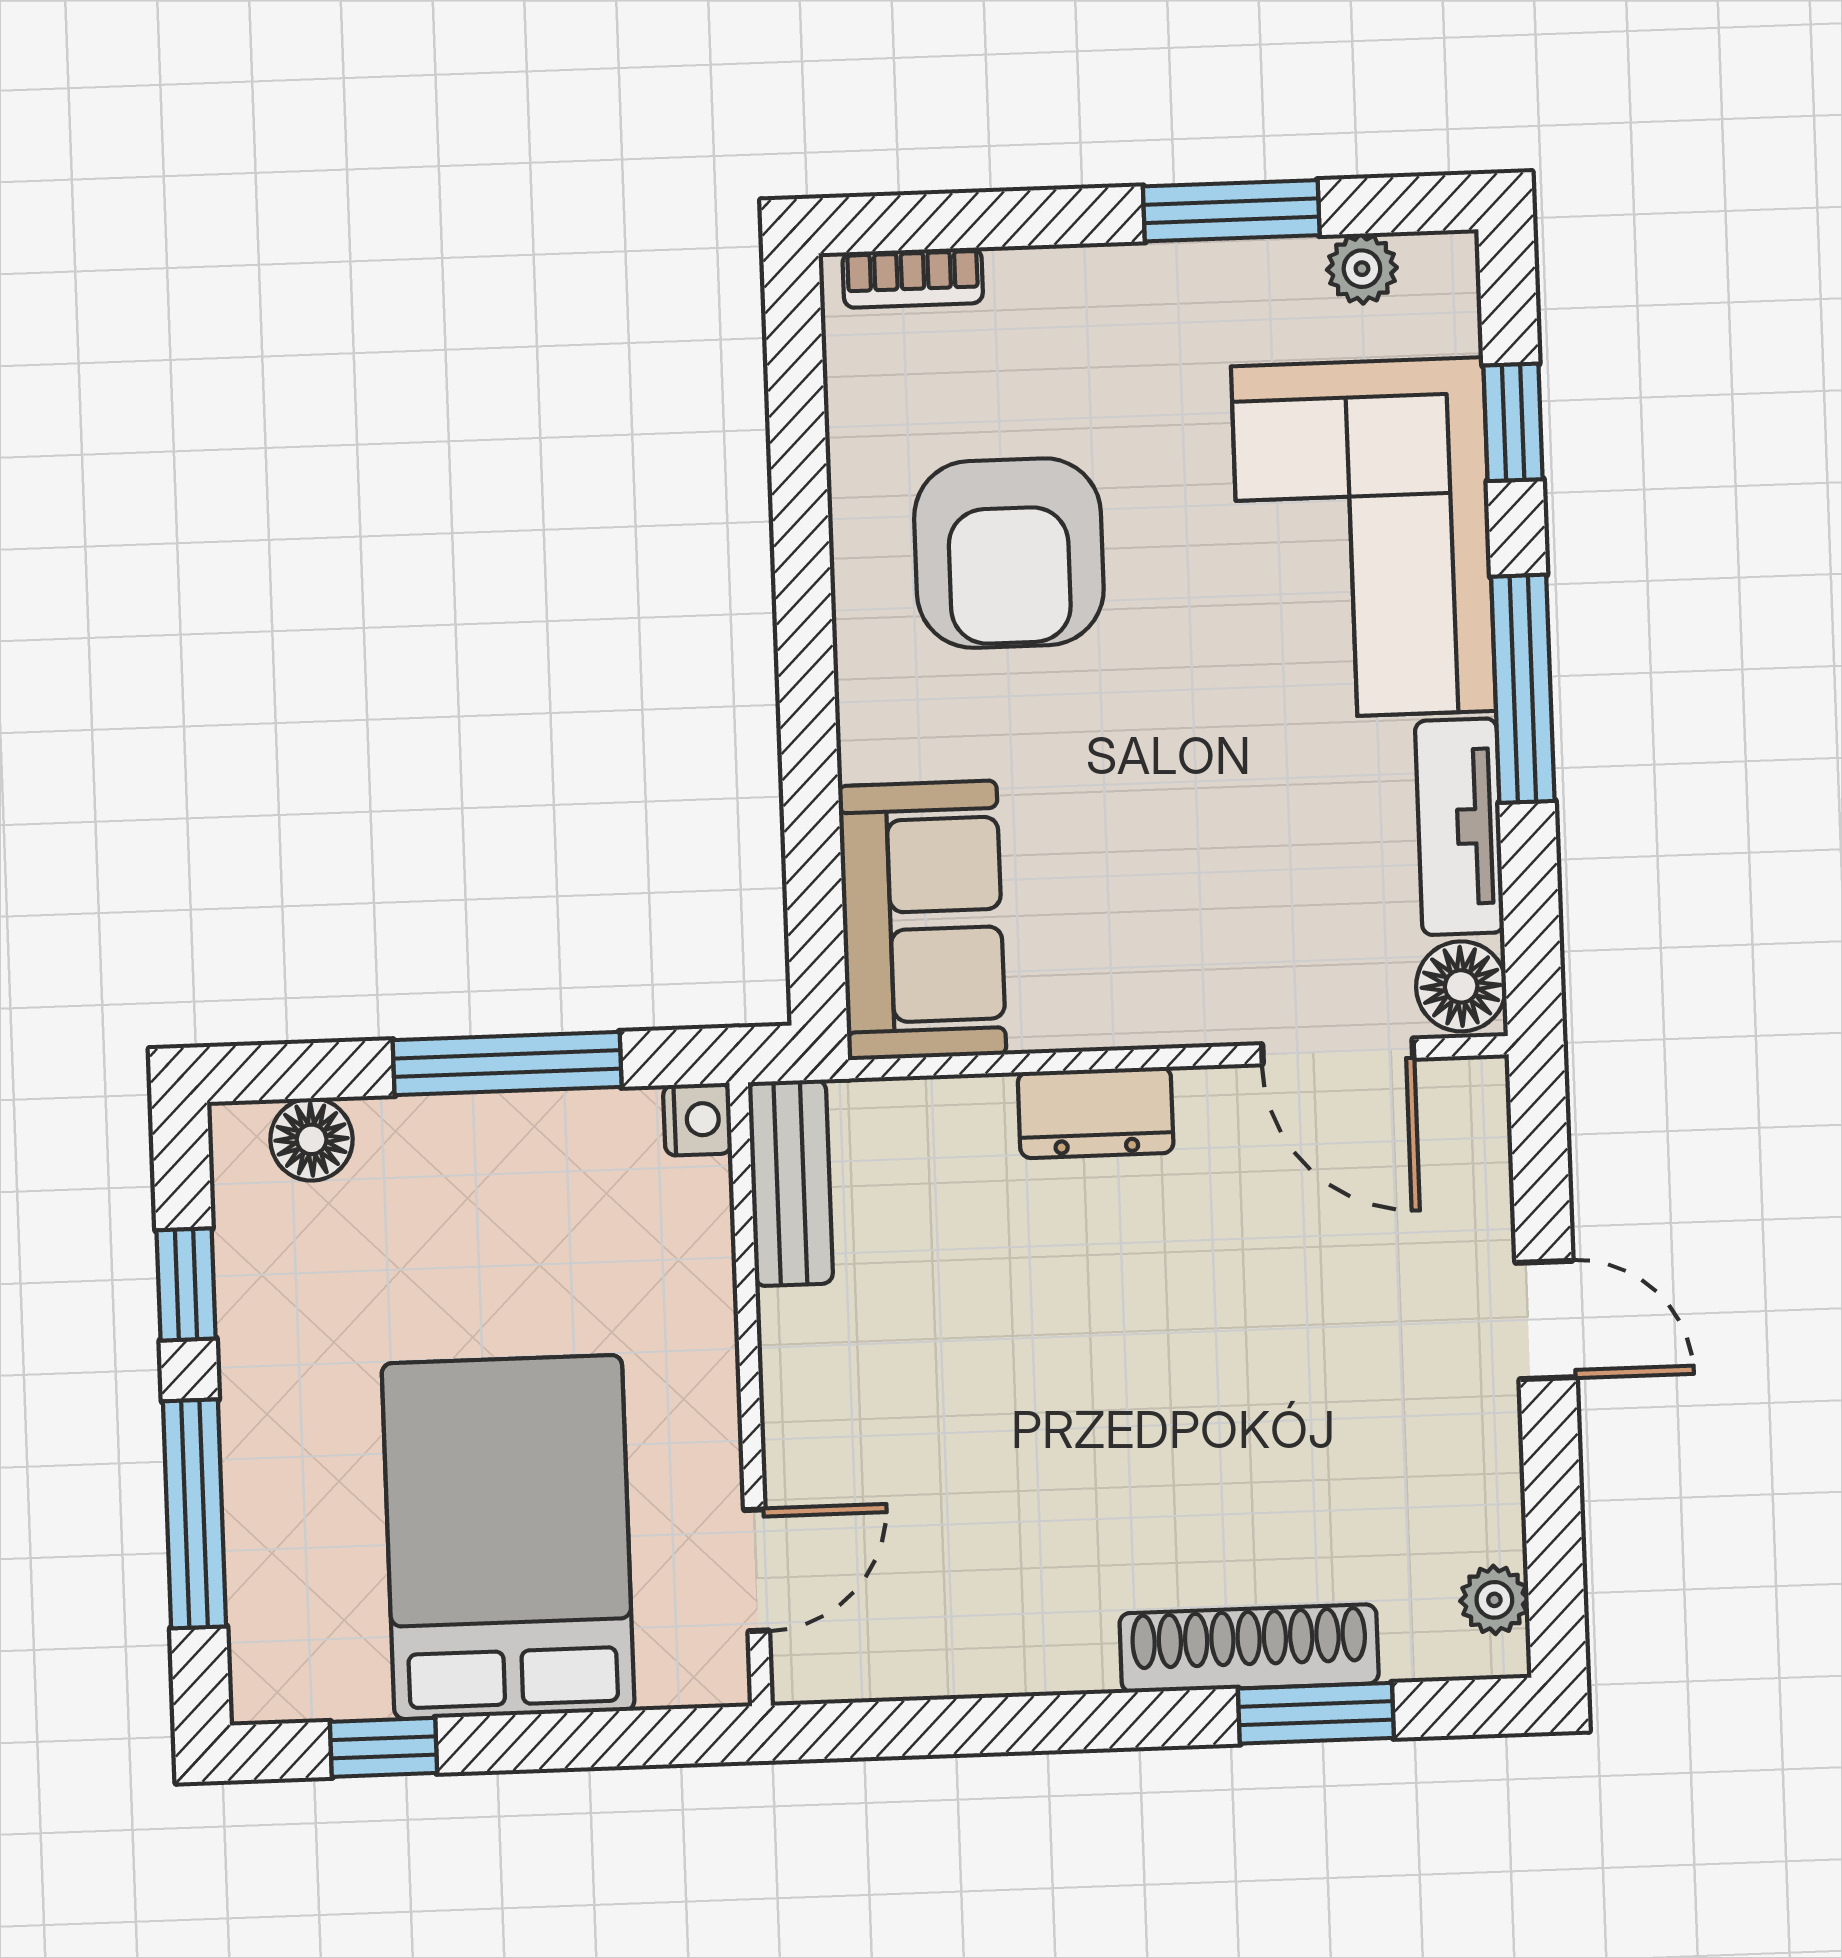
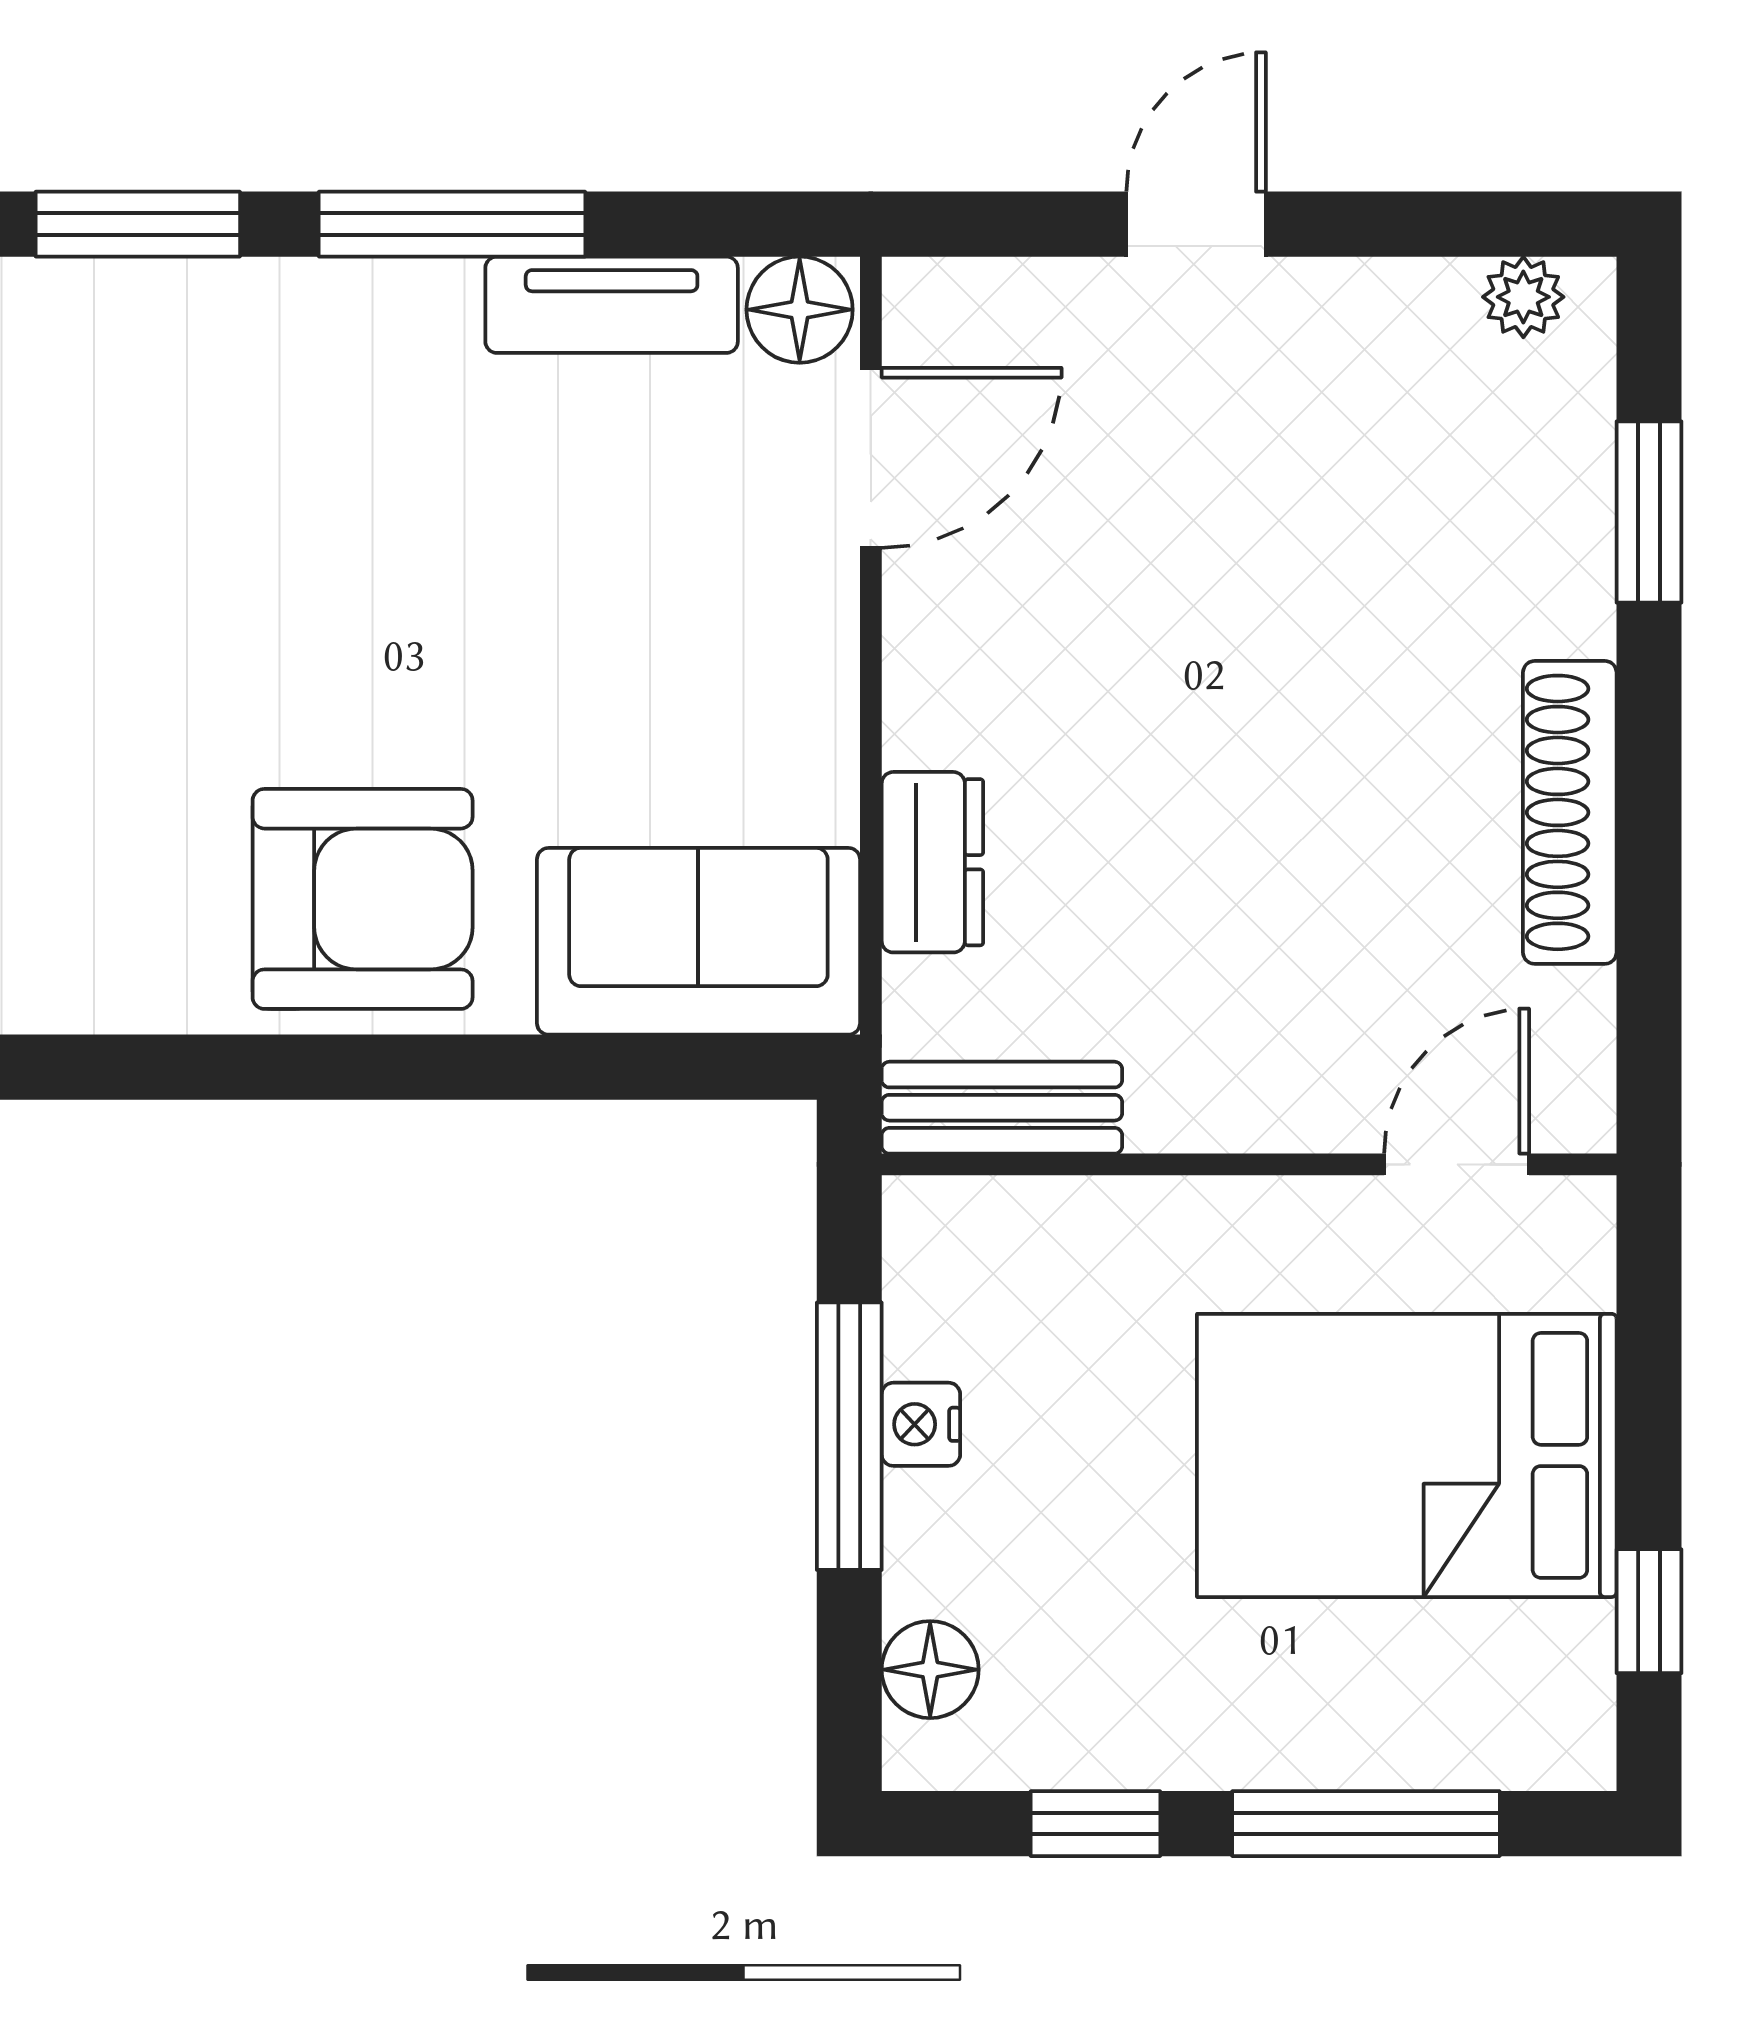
window: (1513, 422) -> (138, 224), width x1.50
corner sofa: (1363, 539) -> (268, 405), removed
armchair: (1009, 553) -> (363, 899), moved
dresser: (1096, 1113) -> (932, 862), moved
nightstand: (697, 1119) -> (921, 1424), moved, turned -90
door: (756, 1570) -> (1457, 1164), hinge flipped
shoe rack: (1249, 1648) -> (1570, 812), moved

